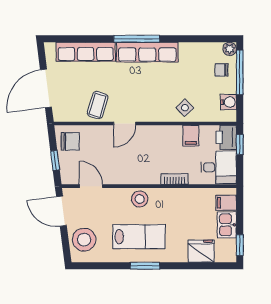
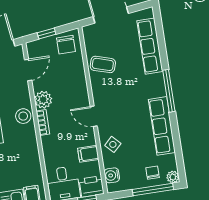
row of seats: (147, 52) -> (162, 126), moved
water cooler: (228, 102) -> (112, 175), moved, turned 90
door: (125, 123) -> (94, 116), moved
plant: (125, 175) -> (43, 100), added
bookcase: (175, 179) -> (43, 122), moved

